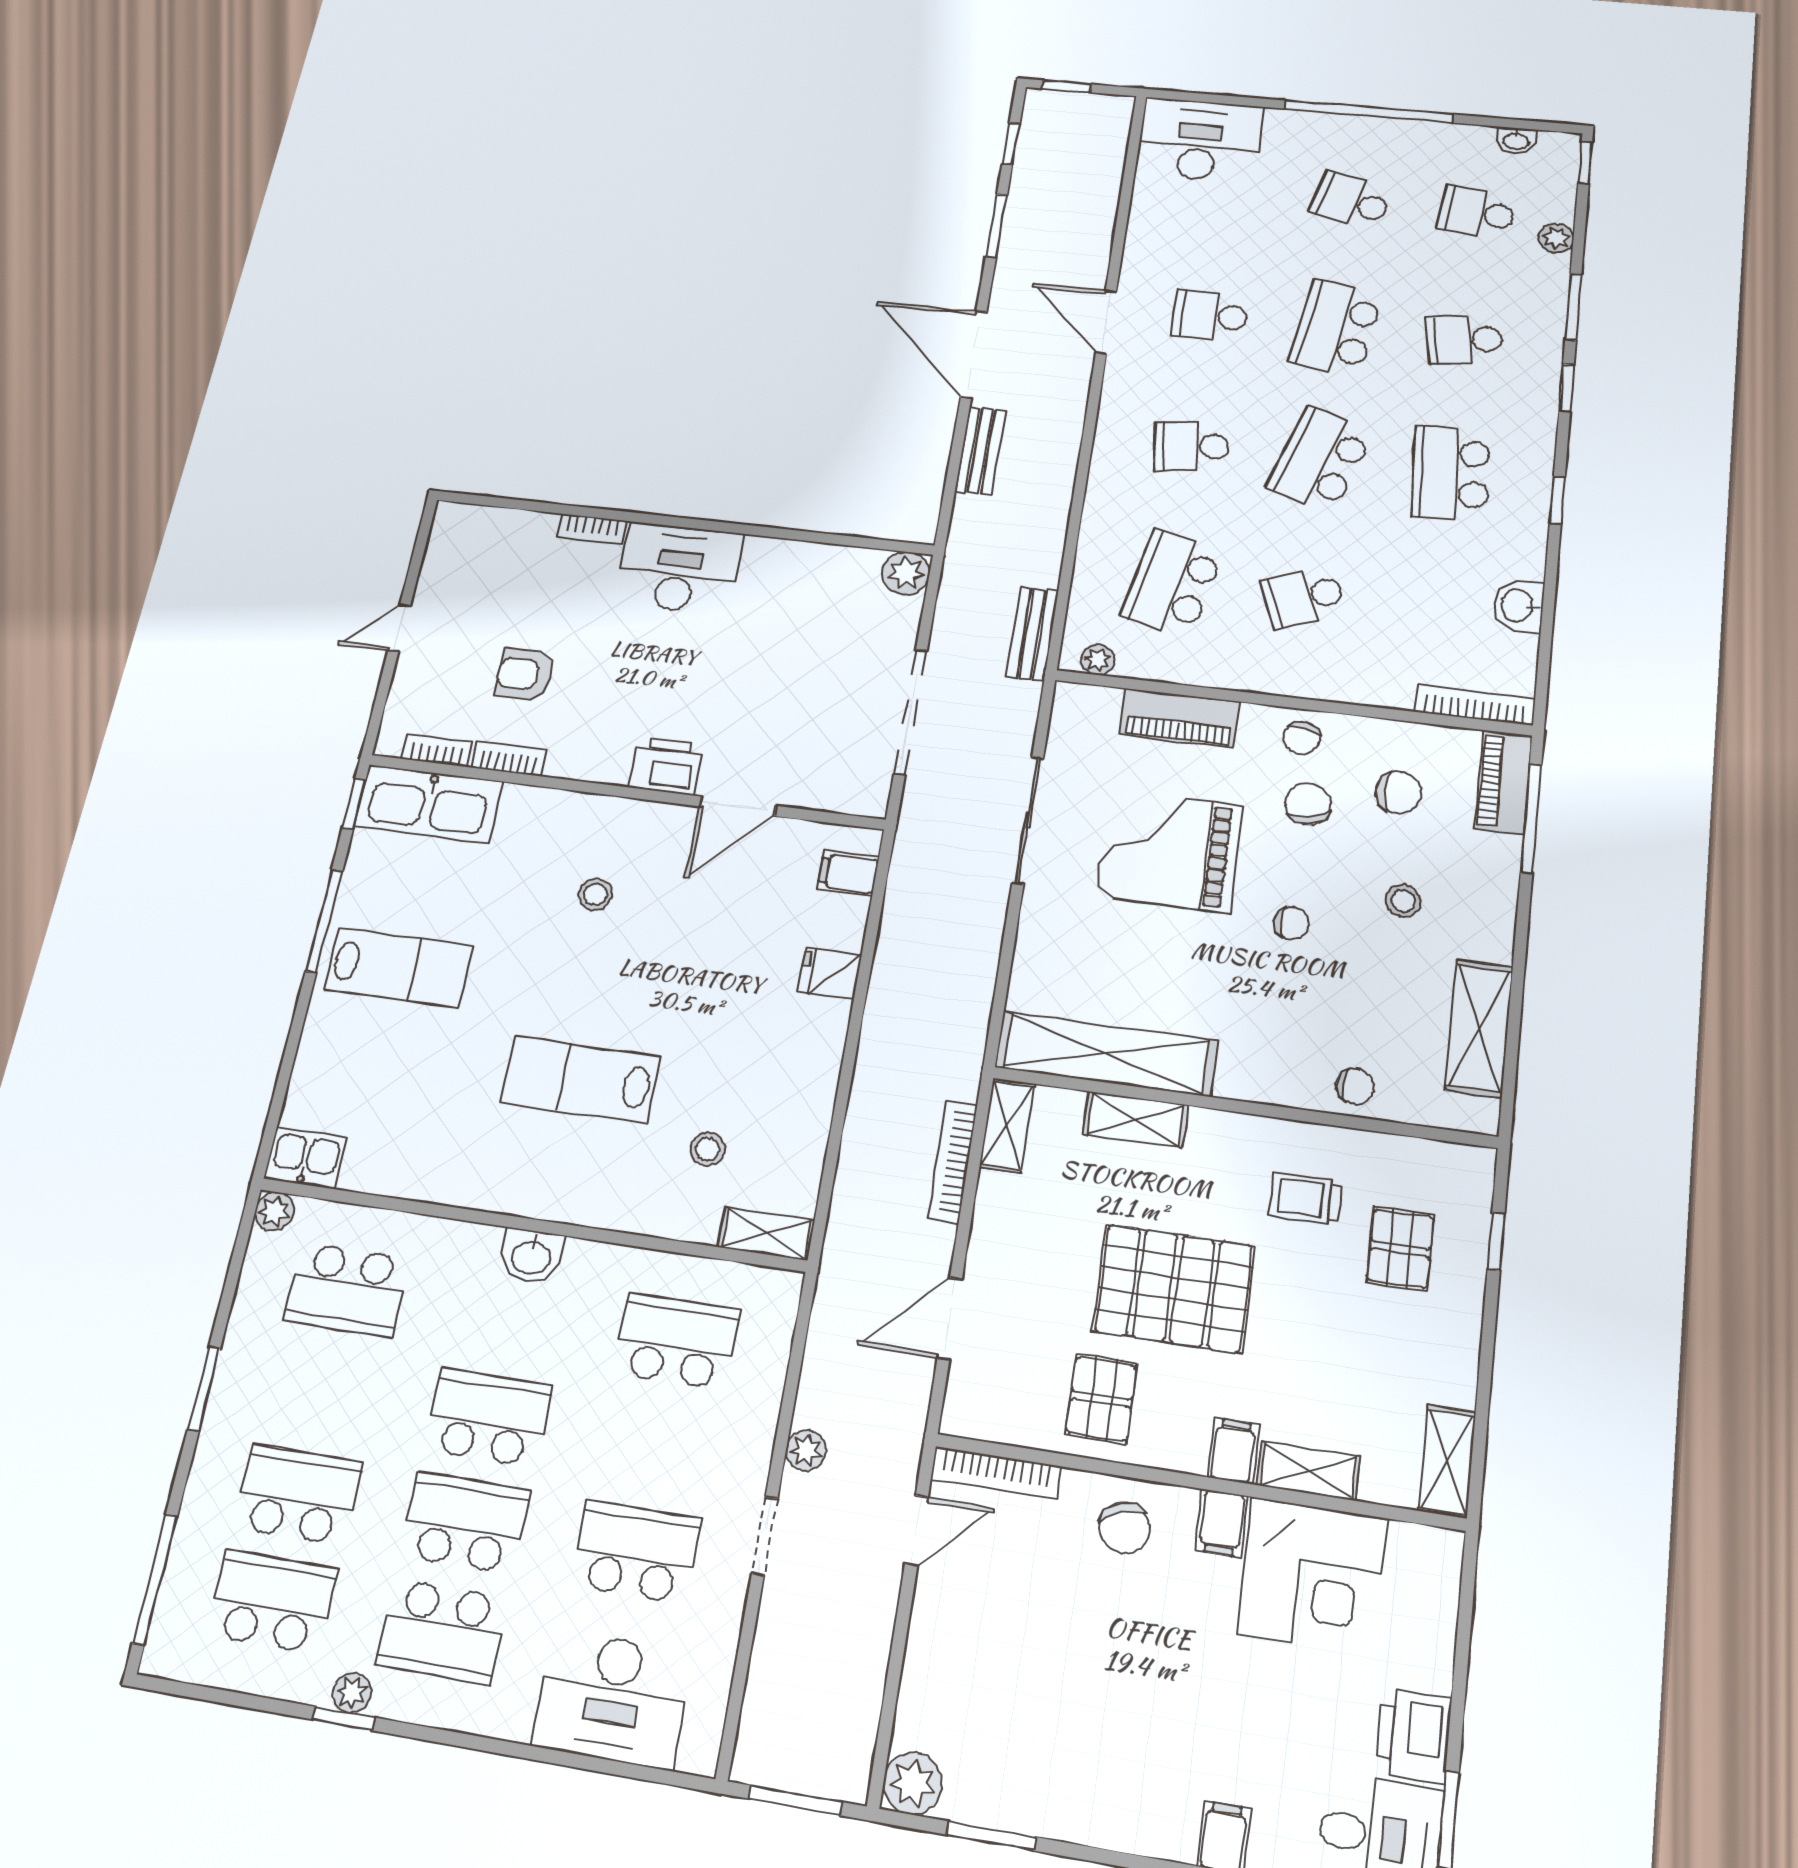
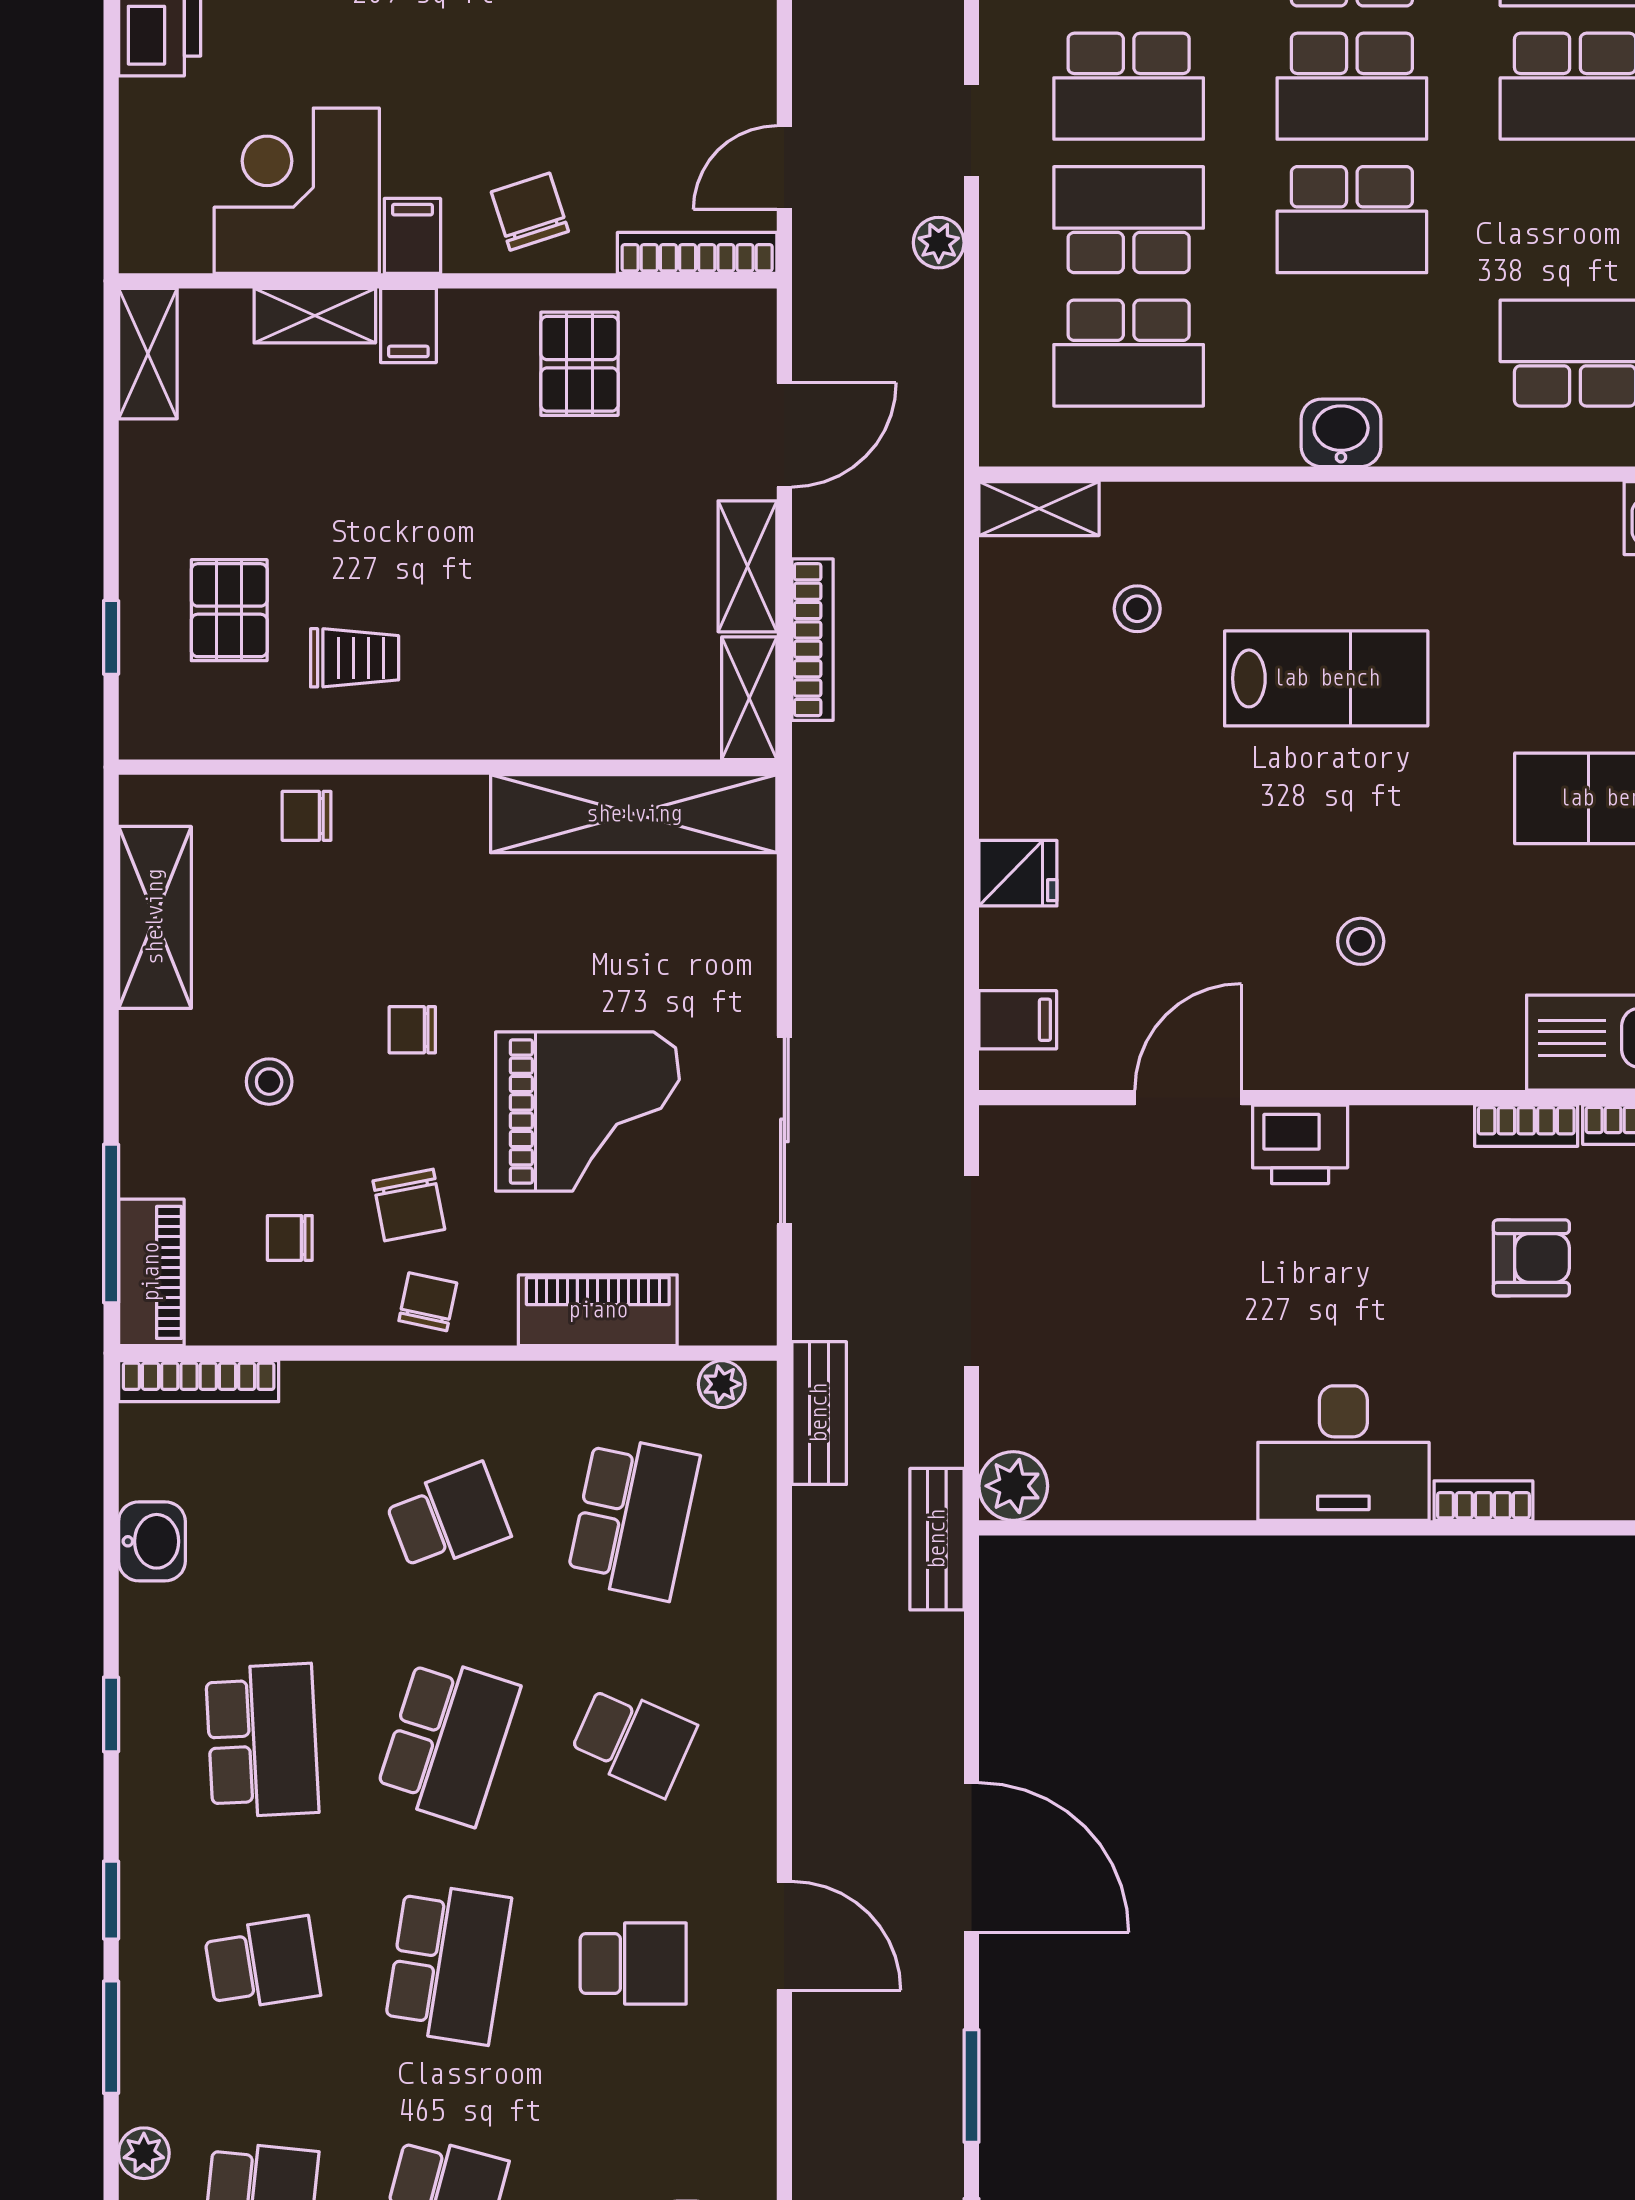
school desk: (1192, 446) -> (633, 1741), turned 30
bench: (980, 451) -> (937, 1539), moved
chair: (1398, 792) -> (290, 1238), width x0.73, depth x0.73
shelving: (1135, 1120) -> (747, 566), moved, turned 90
pallet: (1174, 1288) -> (507, 517), removed
school desk: (657, 1445) -> (1129, 220), added

